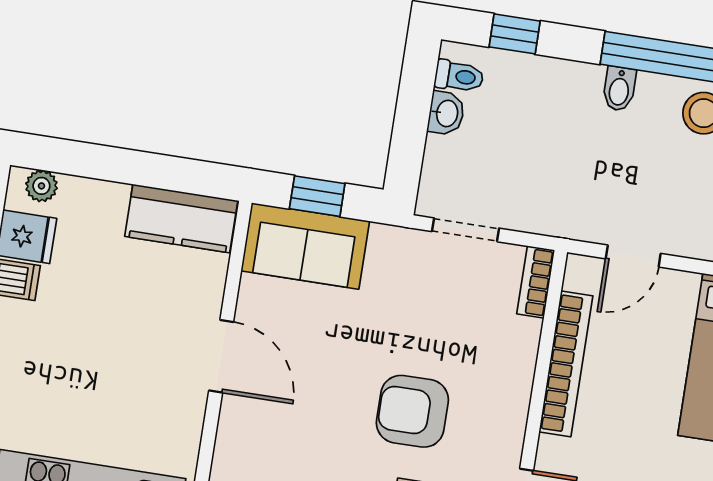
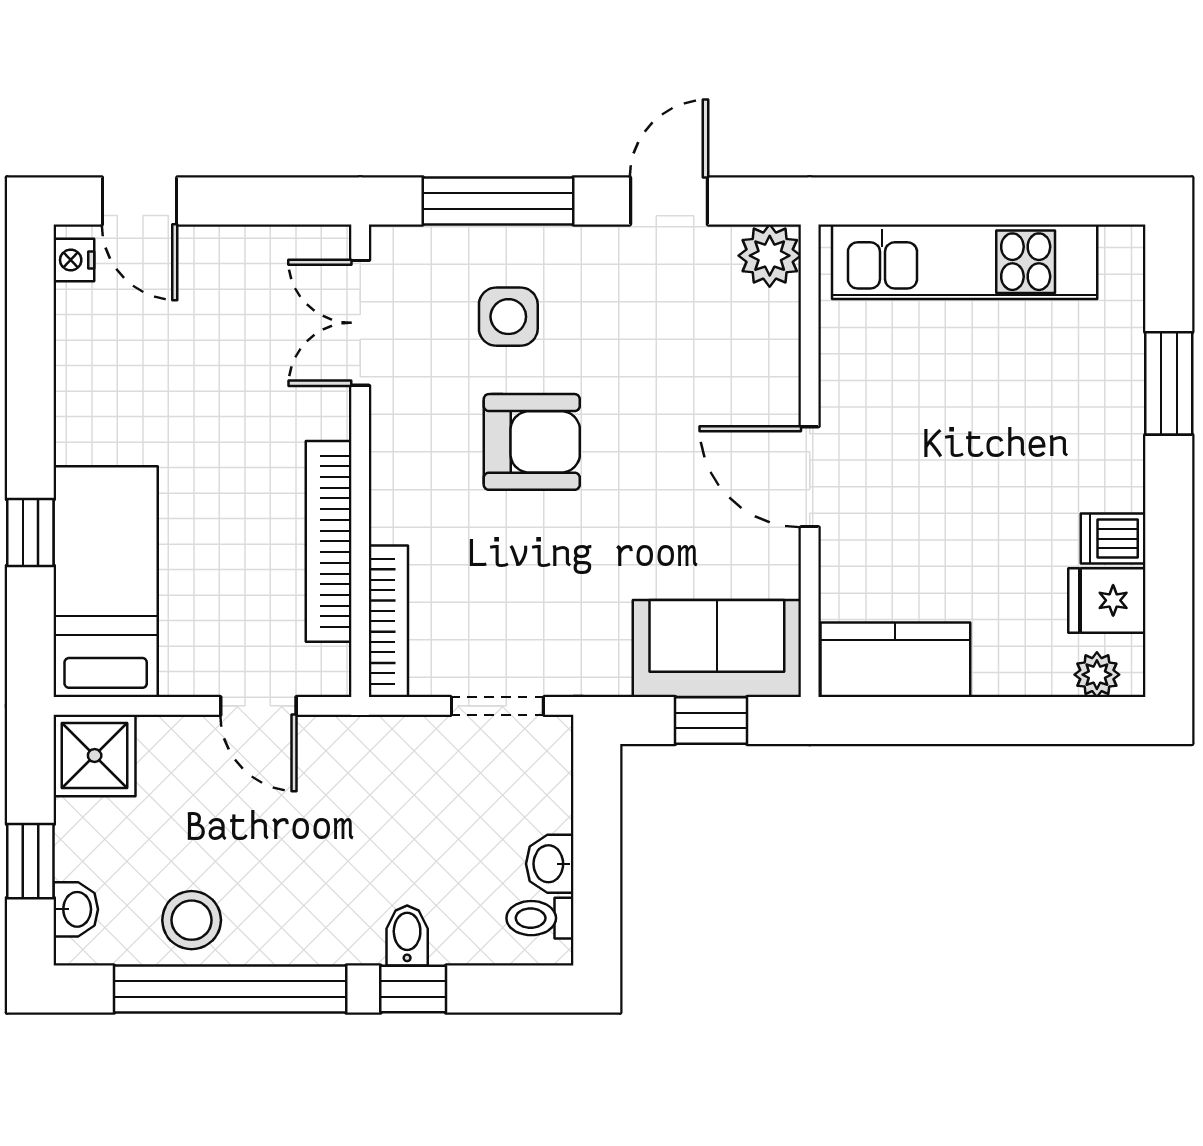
window: (515, 34) -> (413, 989), moved
bidet: (619, 89) -> (407, 936), moved
door: (633, 256) -> (258, 706), swing flipped
bookcase: (536, 282) -> (388, 621), width x1.56

